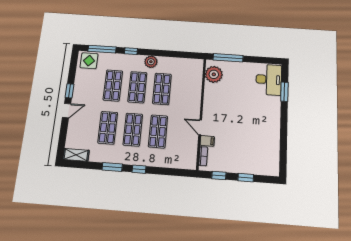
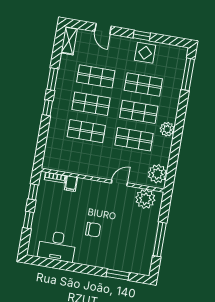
window: (131, 51) -> (182, 107), removed
window: (228, 58) -> (160, 239), moved
display table: (89, 61) -> (145, 53), moved
plant: (191, 66) -> (157, 174), added
desk: (269, 80) -> (57, 246), moved
door: (67, 111) -> (103, 29), moved
chair: (247, 117) -> (93, 230), added
door: (200, 127) -> (119, 183), moved

